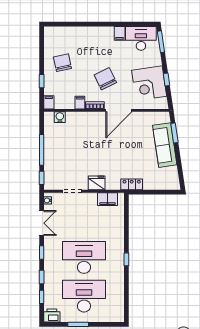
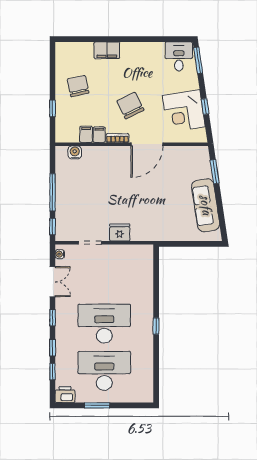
filing cabinet: (120, 33) -> (107, 50), moved, width x2.00
desk: (141, 38) -> (179, 56), width x0.73
filing cabinet: (49, 102) -> (86, 134), moved
sofa: (165, 145) -> (206, 205), moved
locker: (132, 184) -> (162, 234), removed
filing cabinet: (108, 199) -> (133, 252), removed

